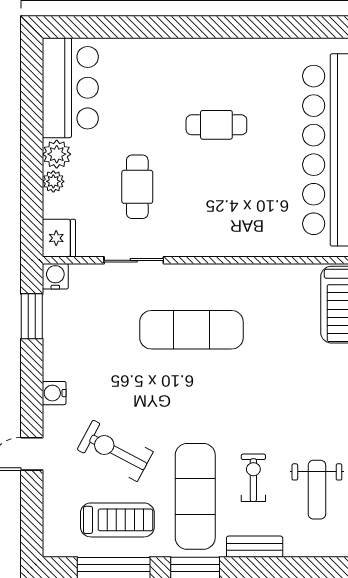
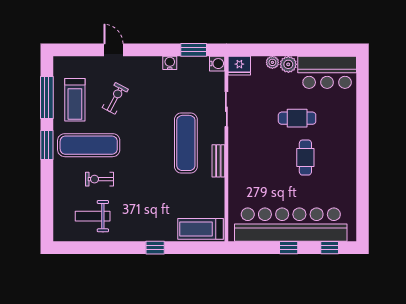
cafe table: (137, 187) -> (297, 118), moved
water cooler: (54, 393) -> (170, 63), moved
exercise bike: (115, 451) -> (115, 98), width x0.73, depth x0.72
exercise bike: (253, 478) -> (99, 179), turned 180
bench: (255, 547) -> (218, 161), moved

